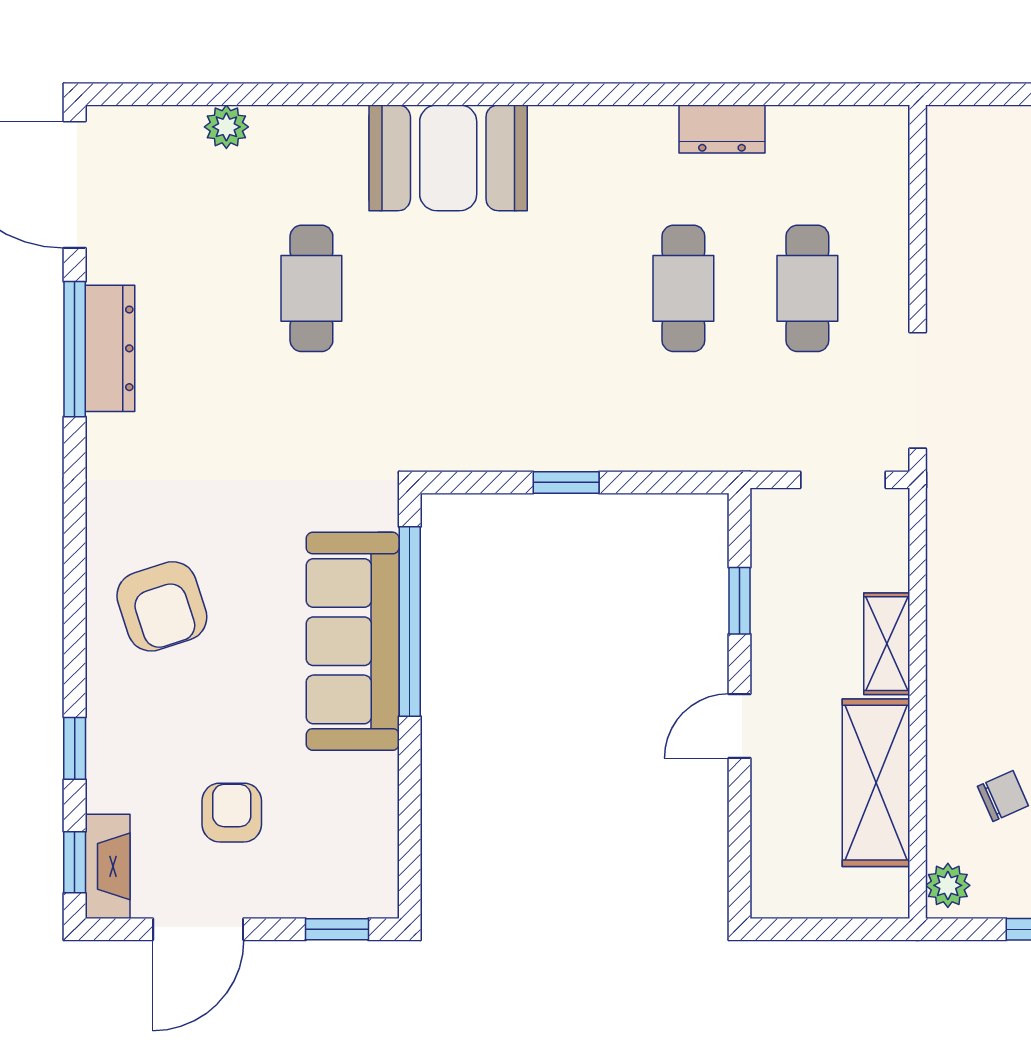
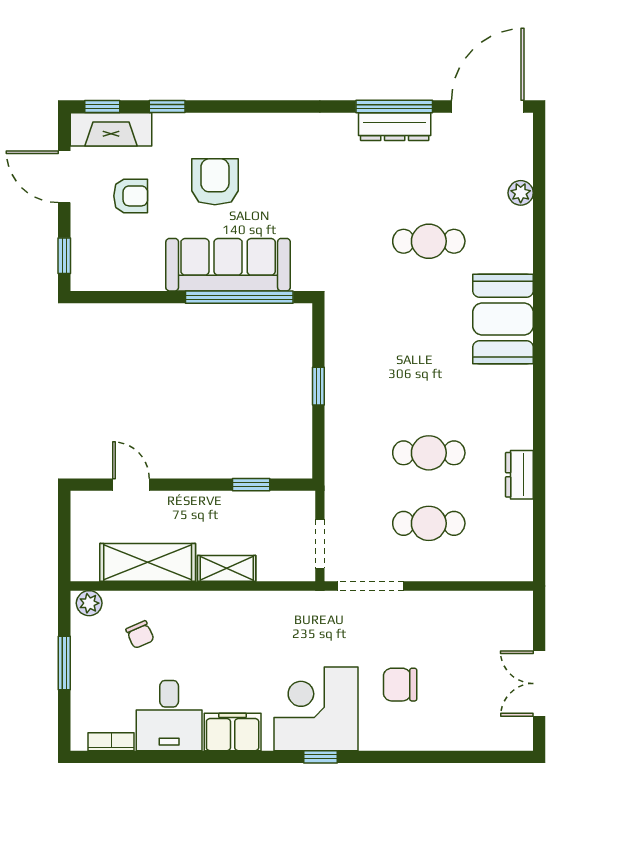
armchair: (162, 606) -> (215, 182), moved, turned 108
door: (739, 726) -> (131, 485), moved
fireplace: (108, 866) -> (111, 129), width x1.37, depth x1.32

